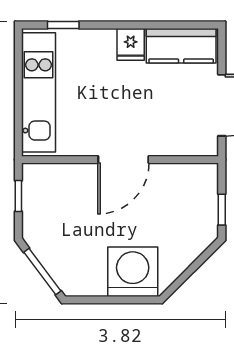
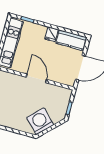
door: (123, 160) -> (36, 78), swing flipped
washing machine: (133, 272) -> (40, 121), moved, turned -45

